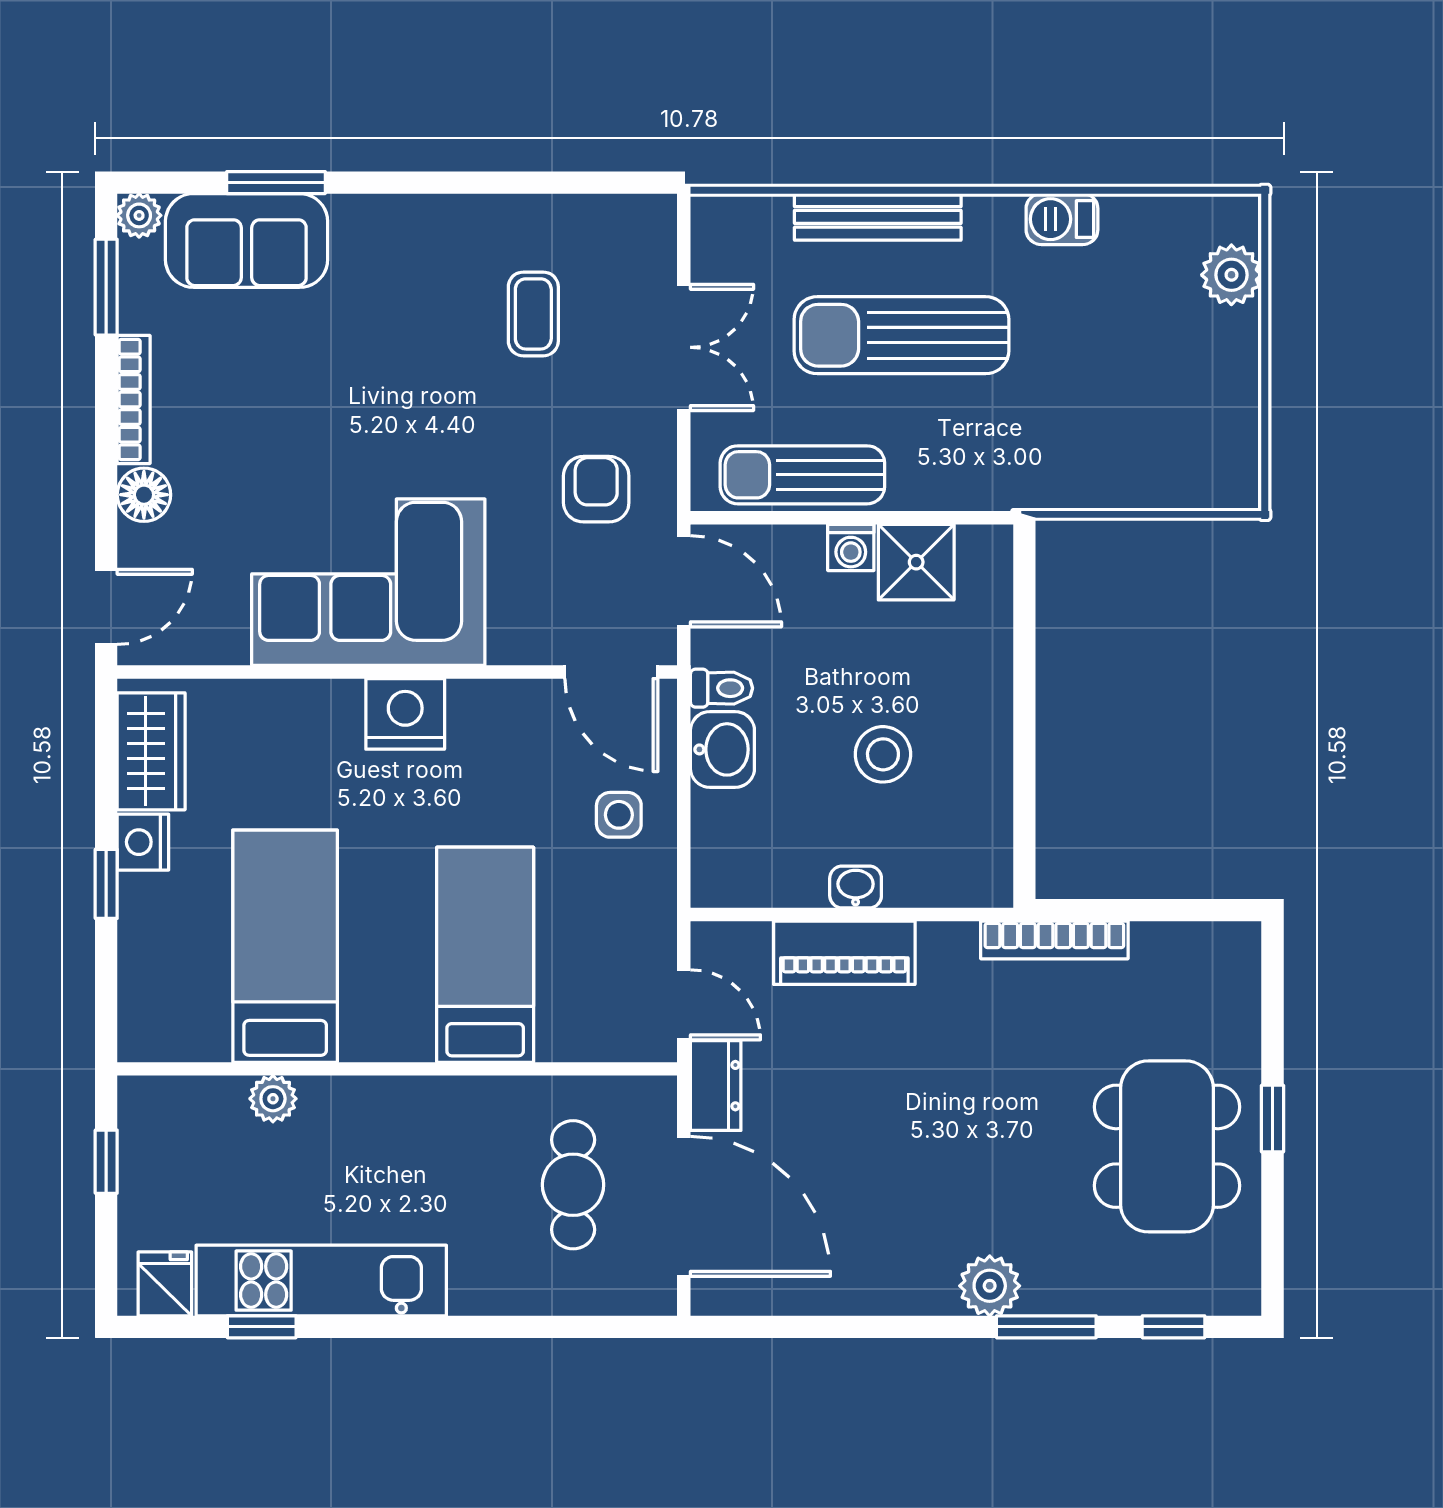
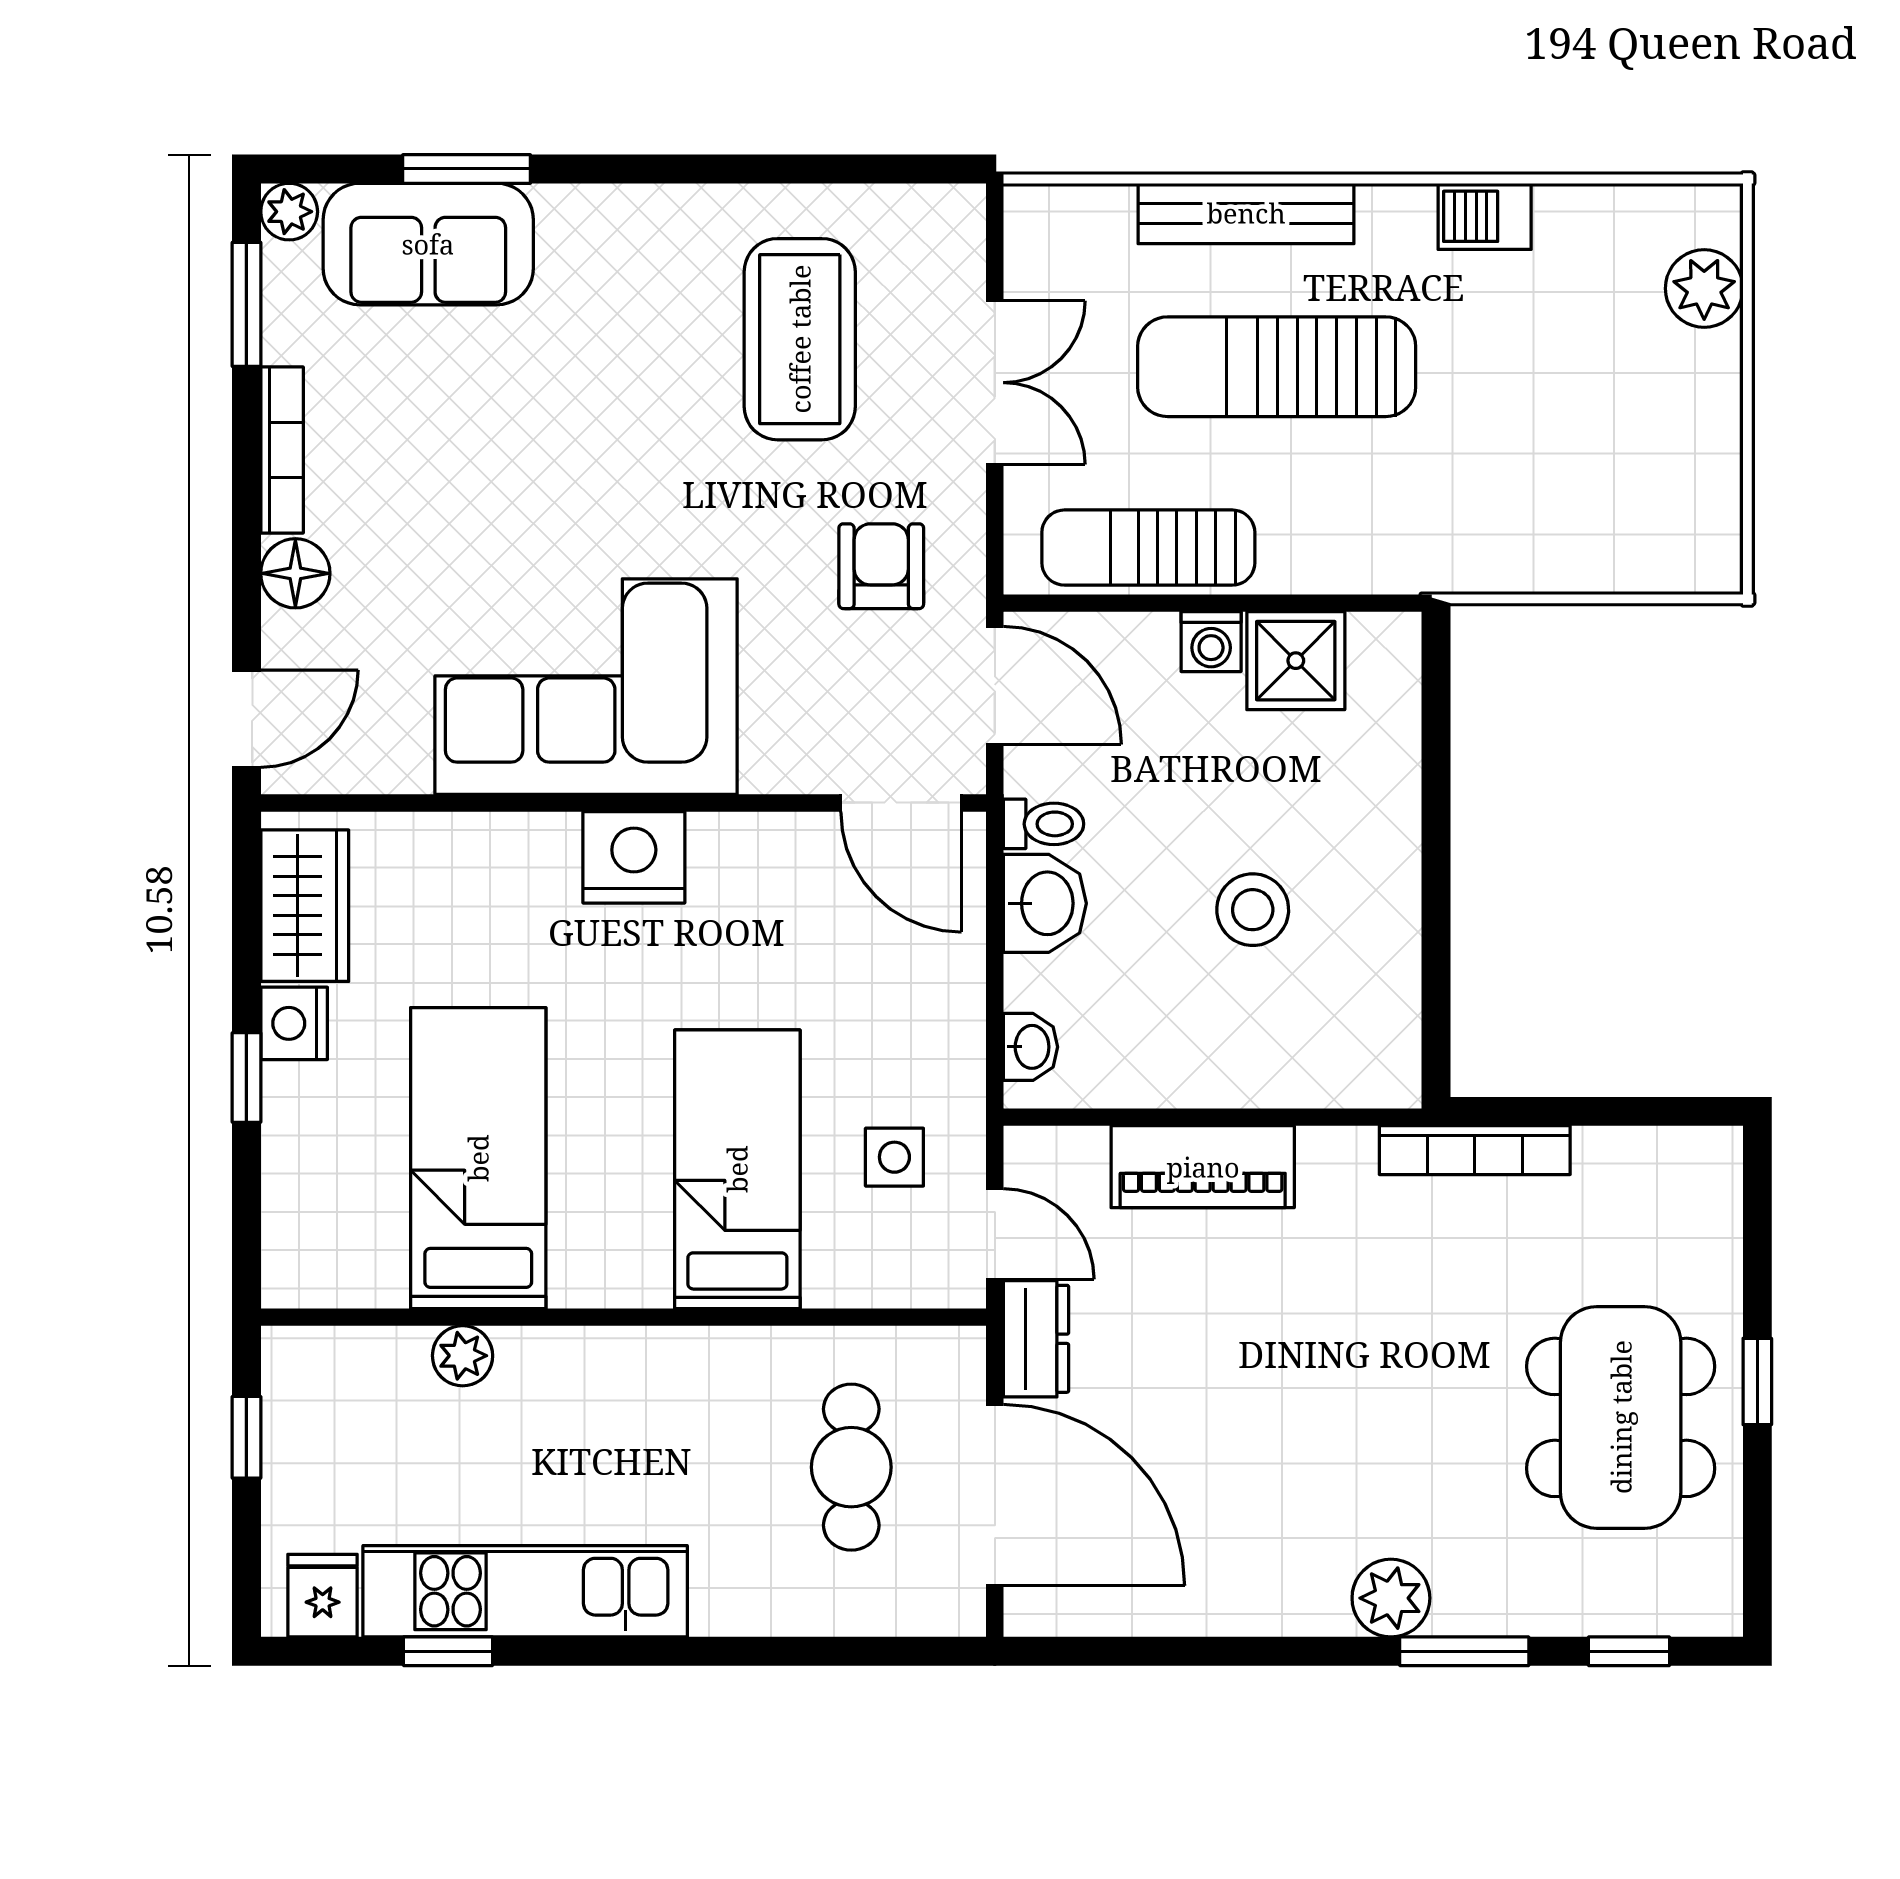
coffee table: (533, 314) -> (800, 339), width x1.86, depth x1.72
side table: (619, 815) -> (894, 1157), moved
washbasin: (856, 887) -> (1030, 1047), moved, turned 90

